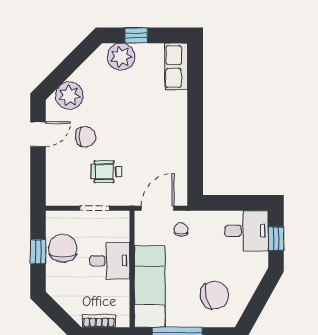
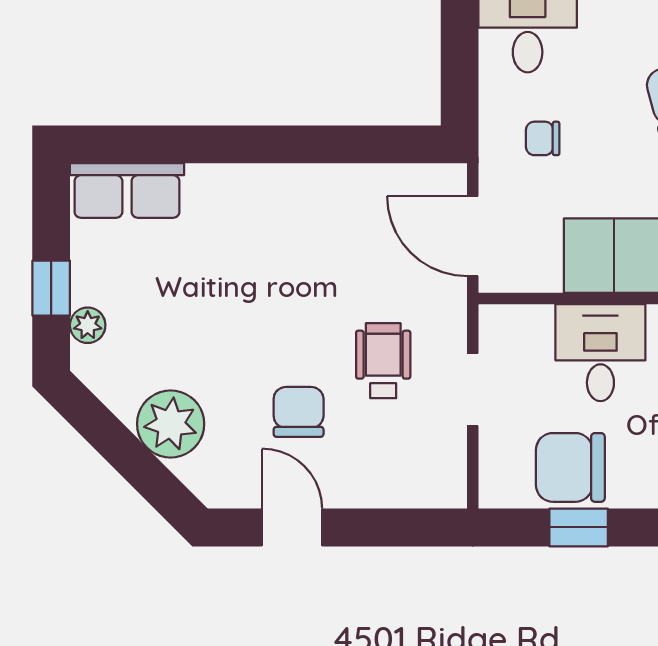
plant: (121, 57) -> (88, 325), width x0.53, depth x0.53
plant: (69, 96) -> (171, 424), moved
wheelchair: (106, 172) -> (383, 361), turned 180
chair: (181, 229) -> (543, 138), moved

